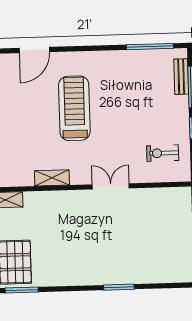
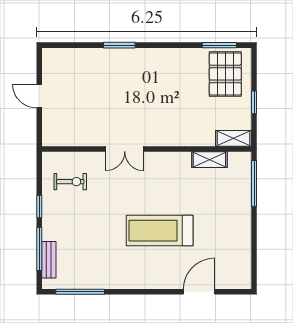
treadmill: (74, 108) -> (160, 231), turned 90
shelving: (52, 178) -> (209, 160), moved

